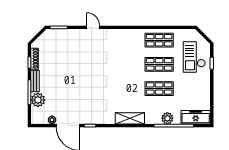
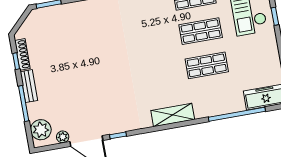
plant: (38, 100) -> (41, 130), moved
plant: (167, 118) -> (226, 105), removed

